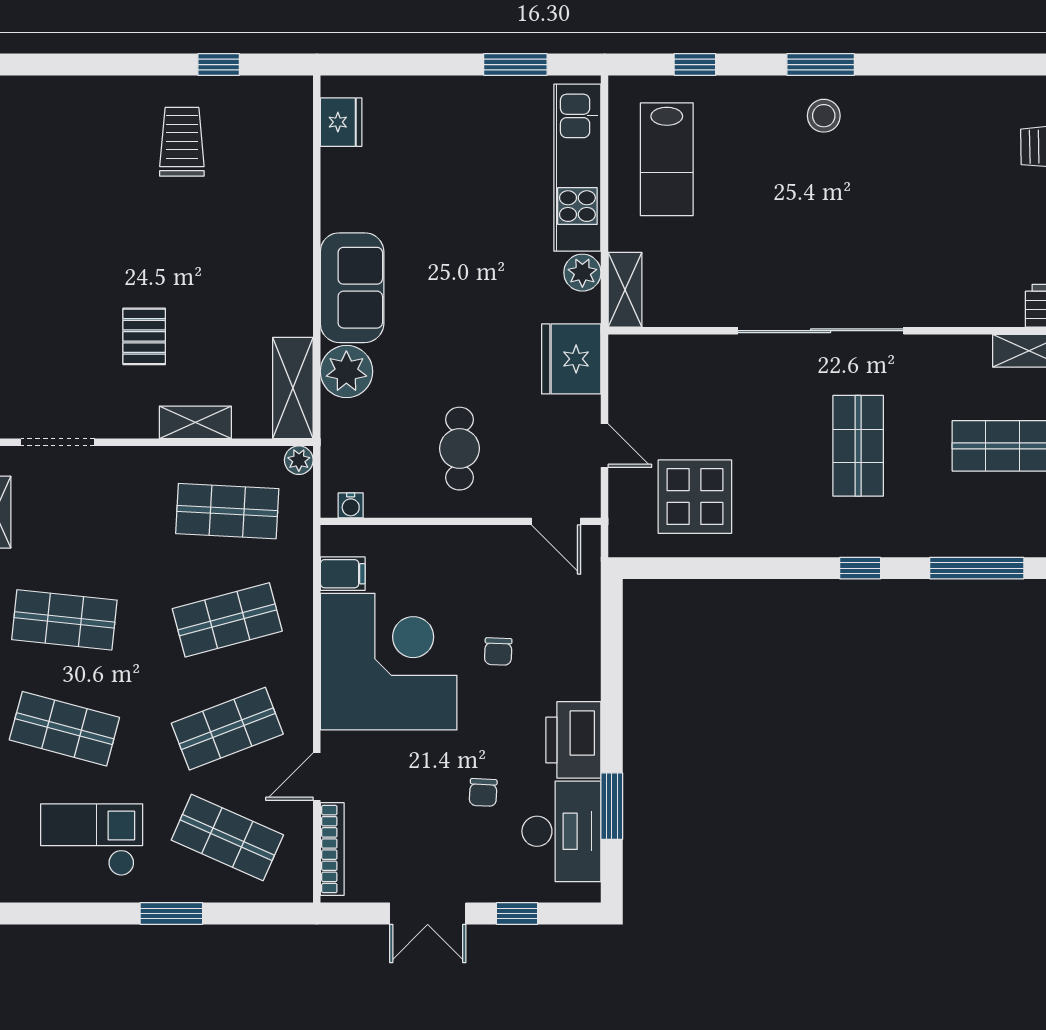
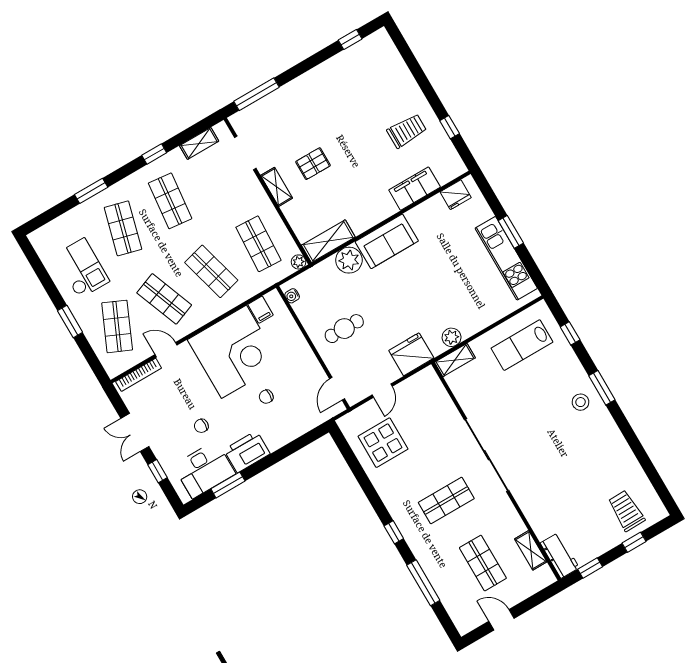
window: (515, 65) -> (511, 232), moved
kitchen unit: (577, 168) -> (506, 258), moved, turned -90
filing cabinet: (289, 187) -> (415, 189), added
shelving: (195, 422) -> (277, 187), moved

